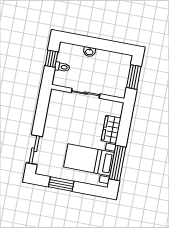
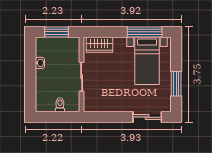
washbasin: (89, 52) -> (40, 63), moved
window: (51, 59) -> (54, 117), removed
wardrobe: (111, 129) -> (99, 45), moved

